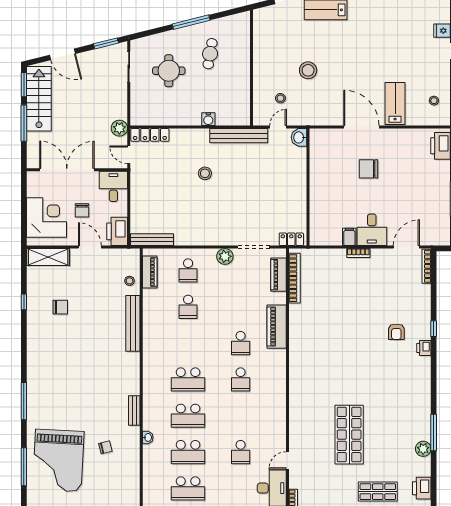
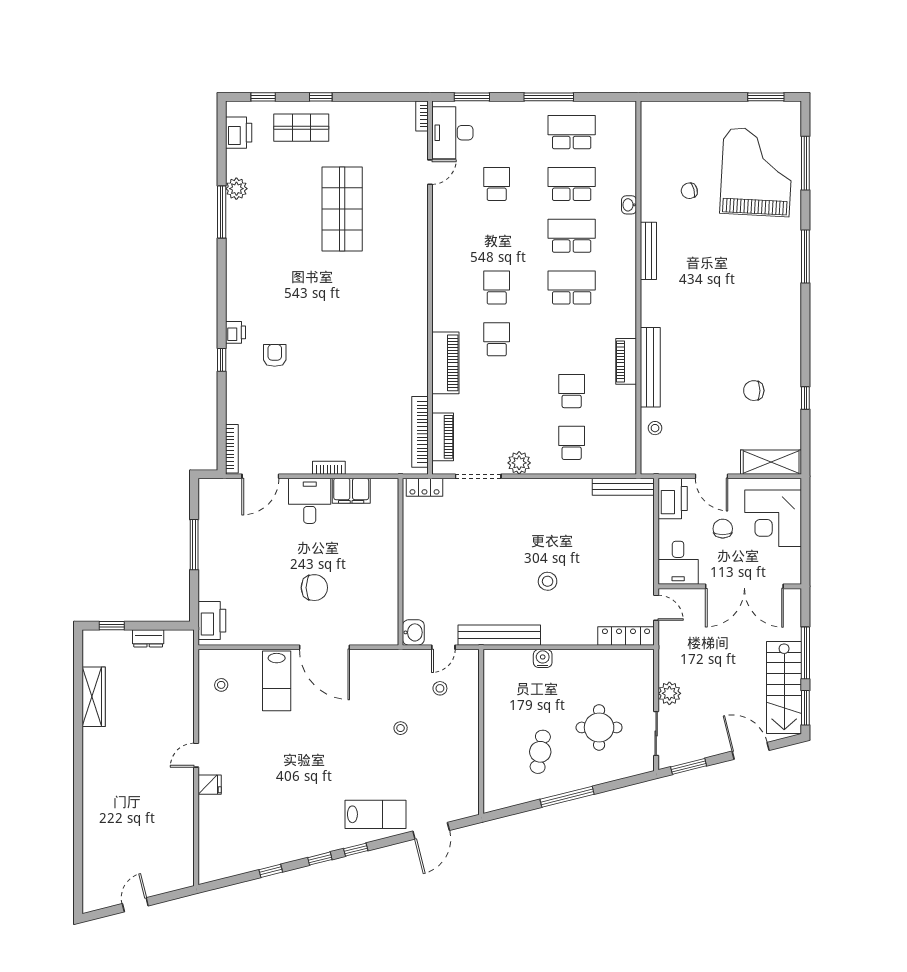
stool: (308, 70) -> (401, 728), width x0.53, depth x0.53
plant: (119, 128) -> (669, 693), moved
filing cabinet: (349, 237) -> (351, 491), width x2.00
piano: (150, 272) -> (626, 361), moved
bench: (134, 411) -> (648, 251), width x1.36

